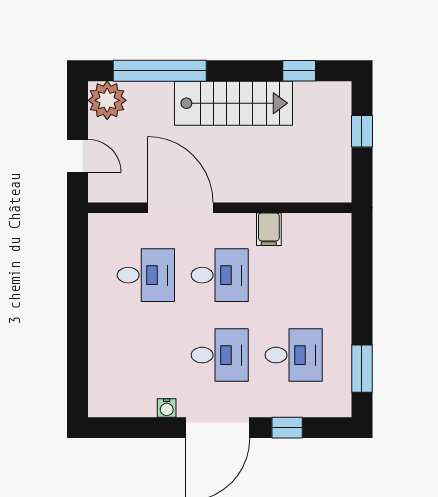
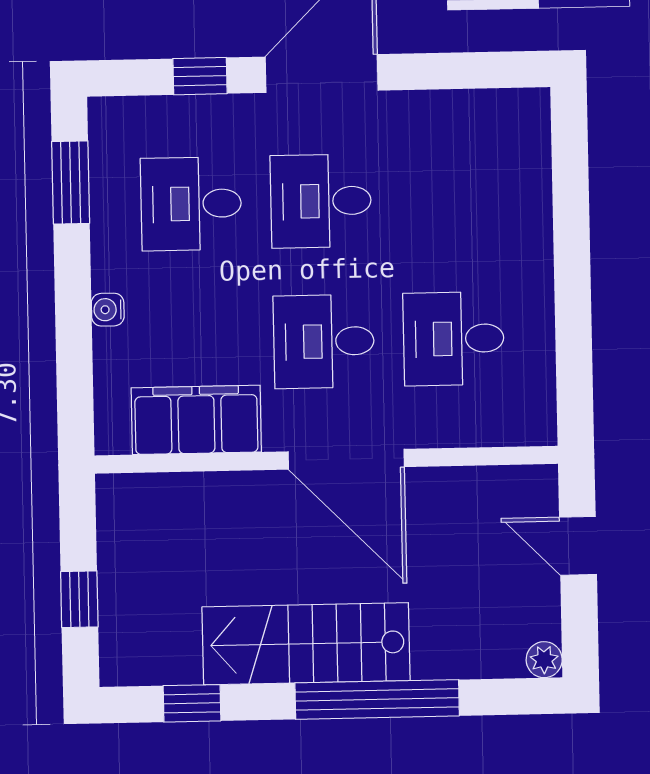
window: (160, 71) -> (377, 699), moved
plant: (107, 100) -> (544, 660), width x0.53, depth x0.53
door: (180, 208) -> (346, 459), moved
filing cabinet: (269, 229) -> (196, 420), width x3.00, depth x1.17
water cooler: (167, 408) -> (108, 310), moved, turned -90

